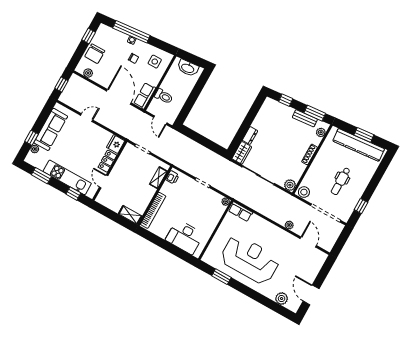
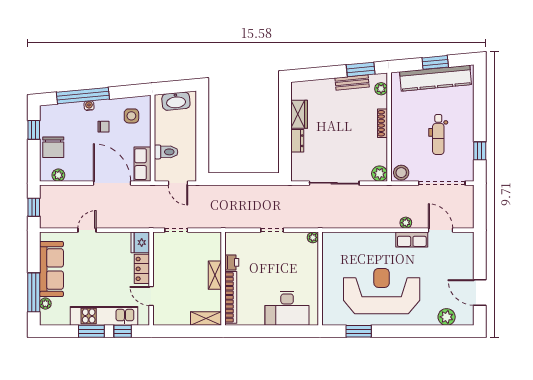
window: (286, 100) -> (317, 74), removed
window: (31, 138) -> (34, 292), width x2.17
wardrobe: (242, 153) -> (299, 114), moved
window: (41, 176) -> (91, 331), moved
printer: (172, 177) -> (232, 262), moved
shelving: (158, 178) -> (215, 275), moved
row of seats: (240, 212) -> (412, 240), moved

